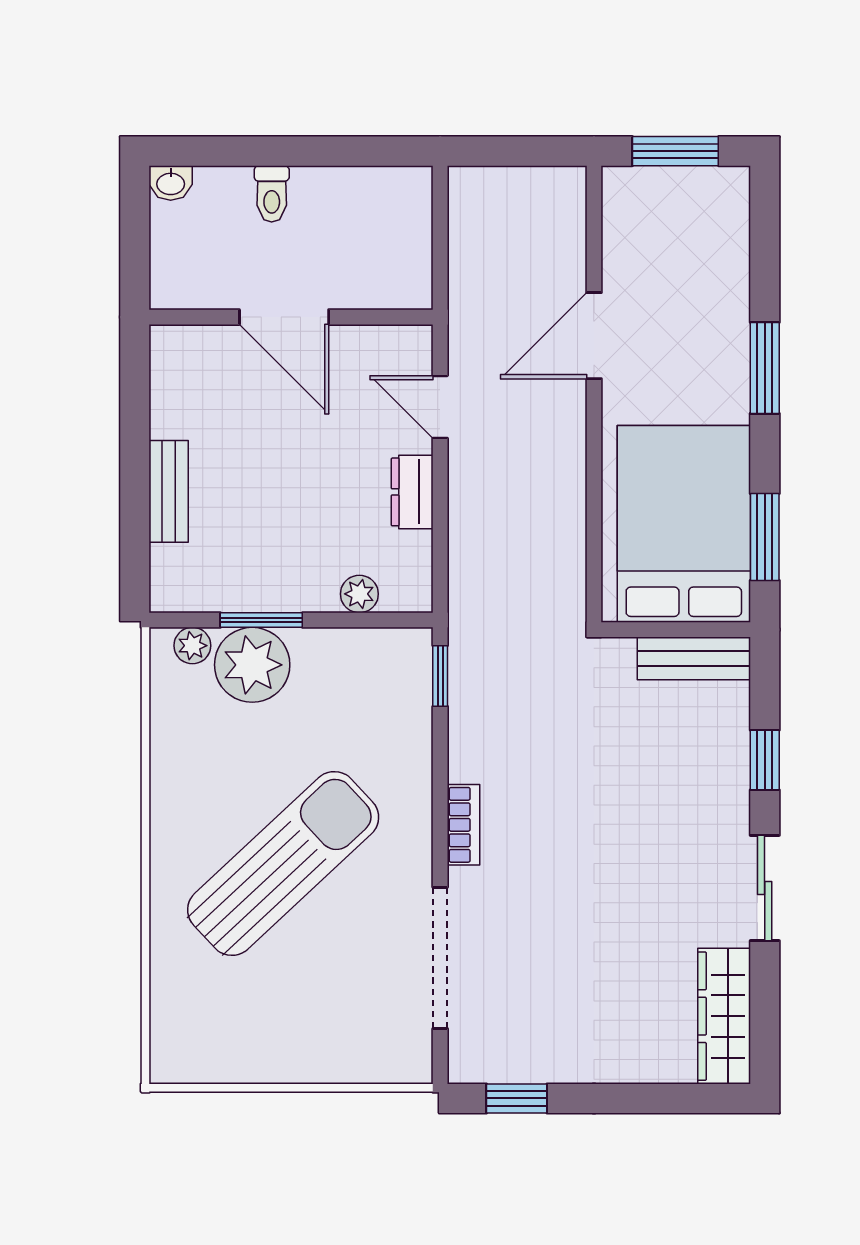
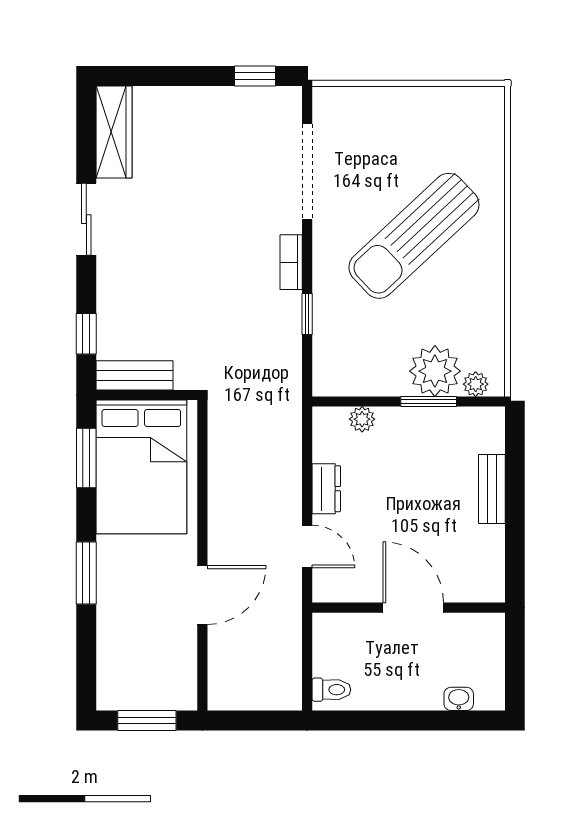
washbasin: (171, 183) -> (459, 699), moved
toilet: (272, 194) -> (331, 690), moved, turned 90
window: (440, 676) -> (307, 314), moved
window: (765, 760) -> (86, 334), moved

